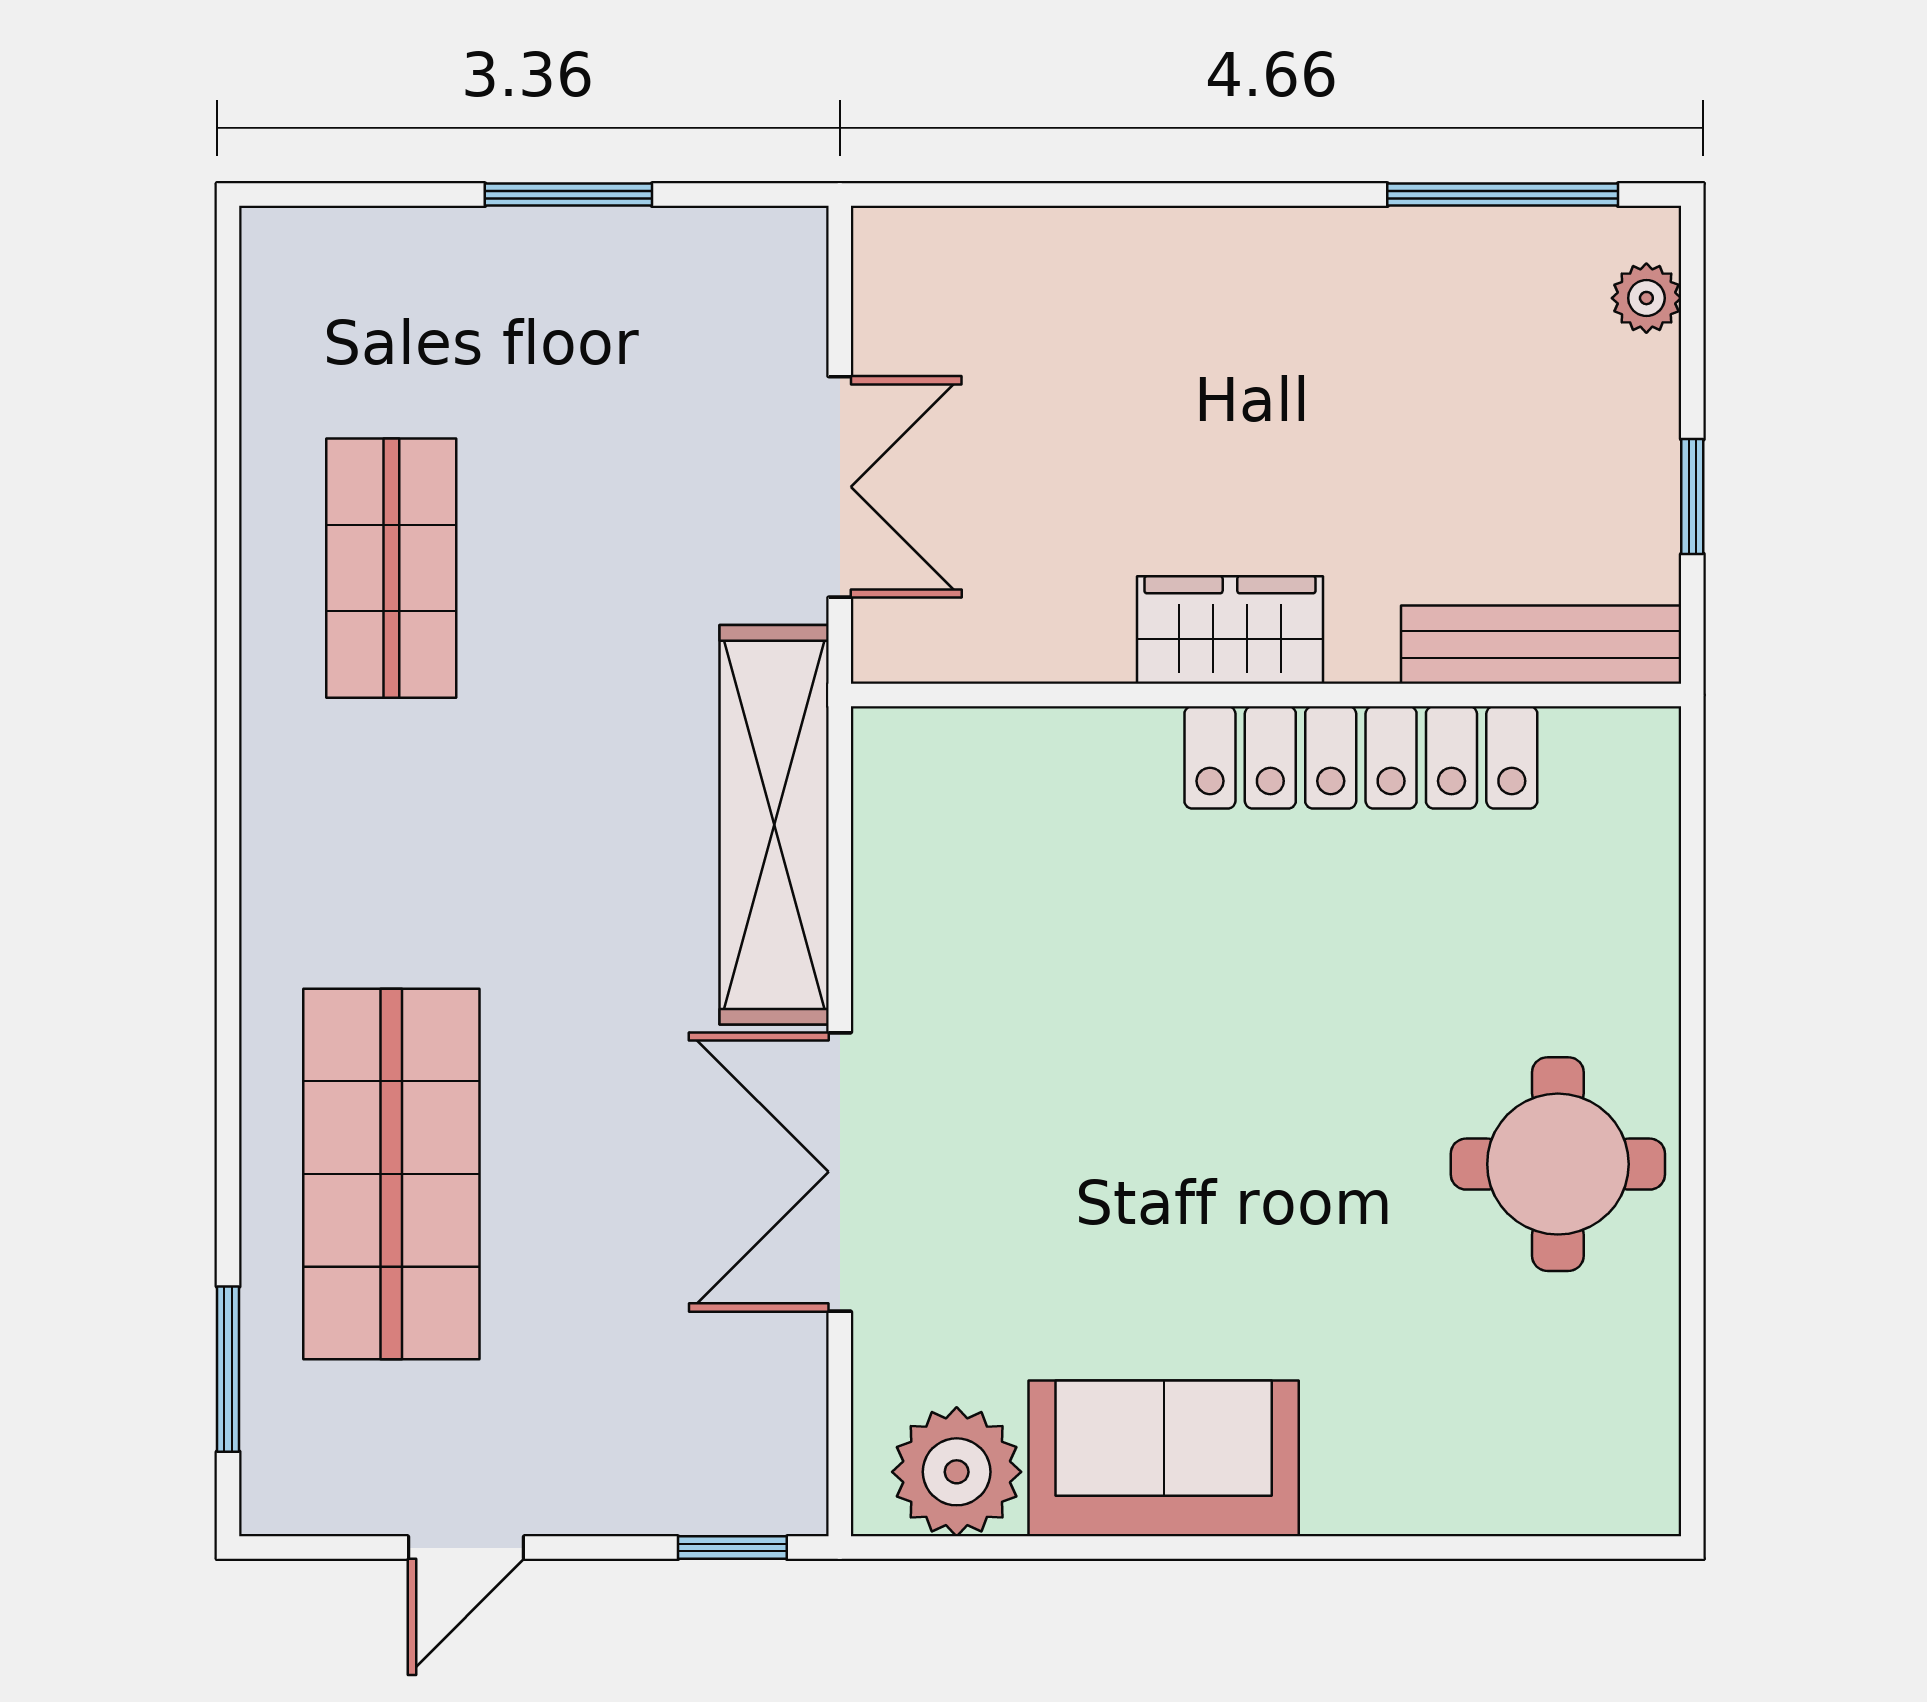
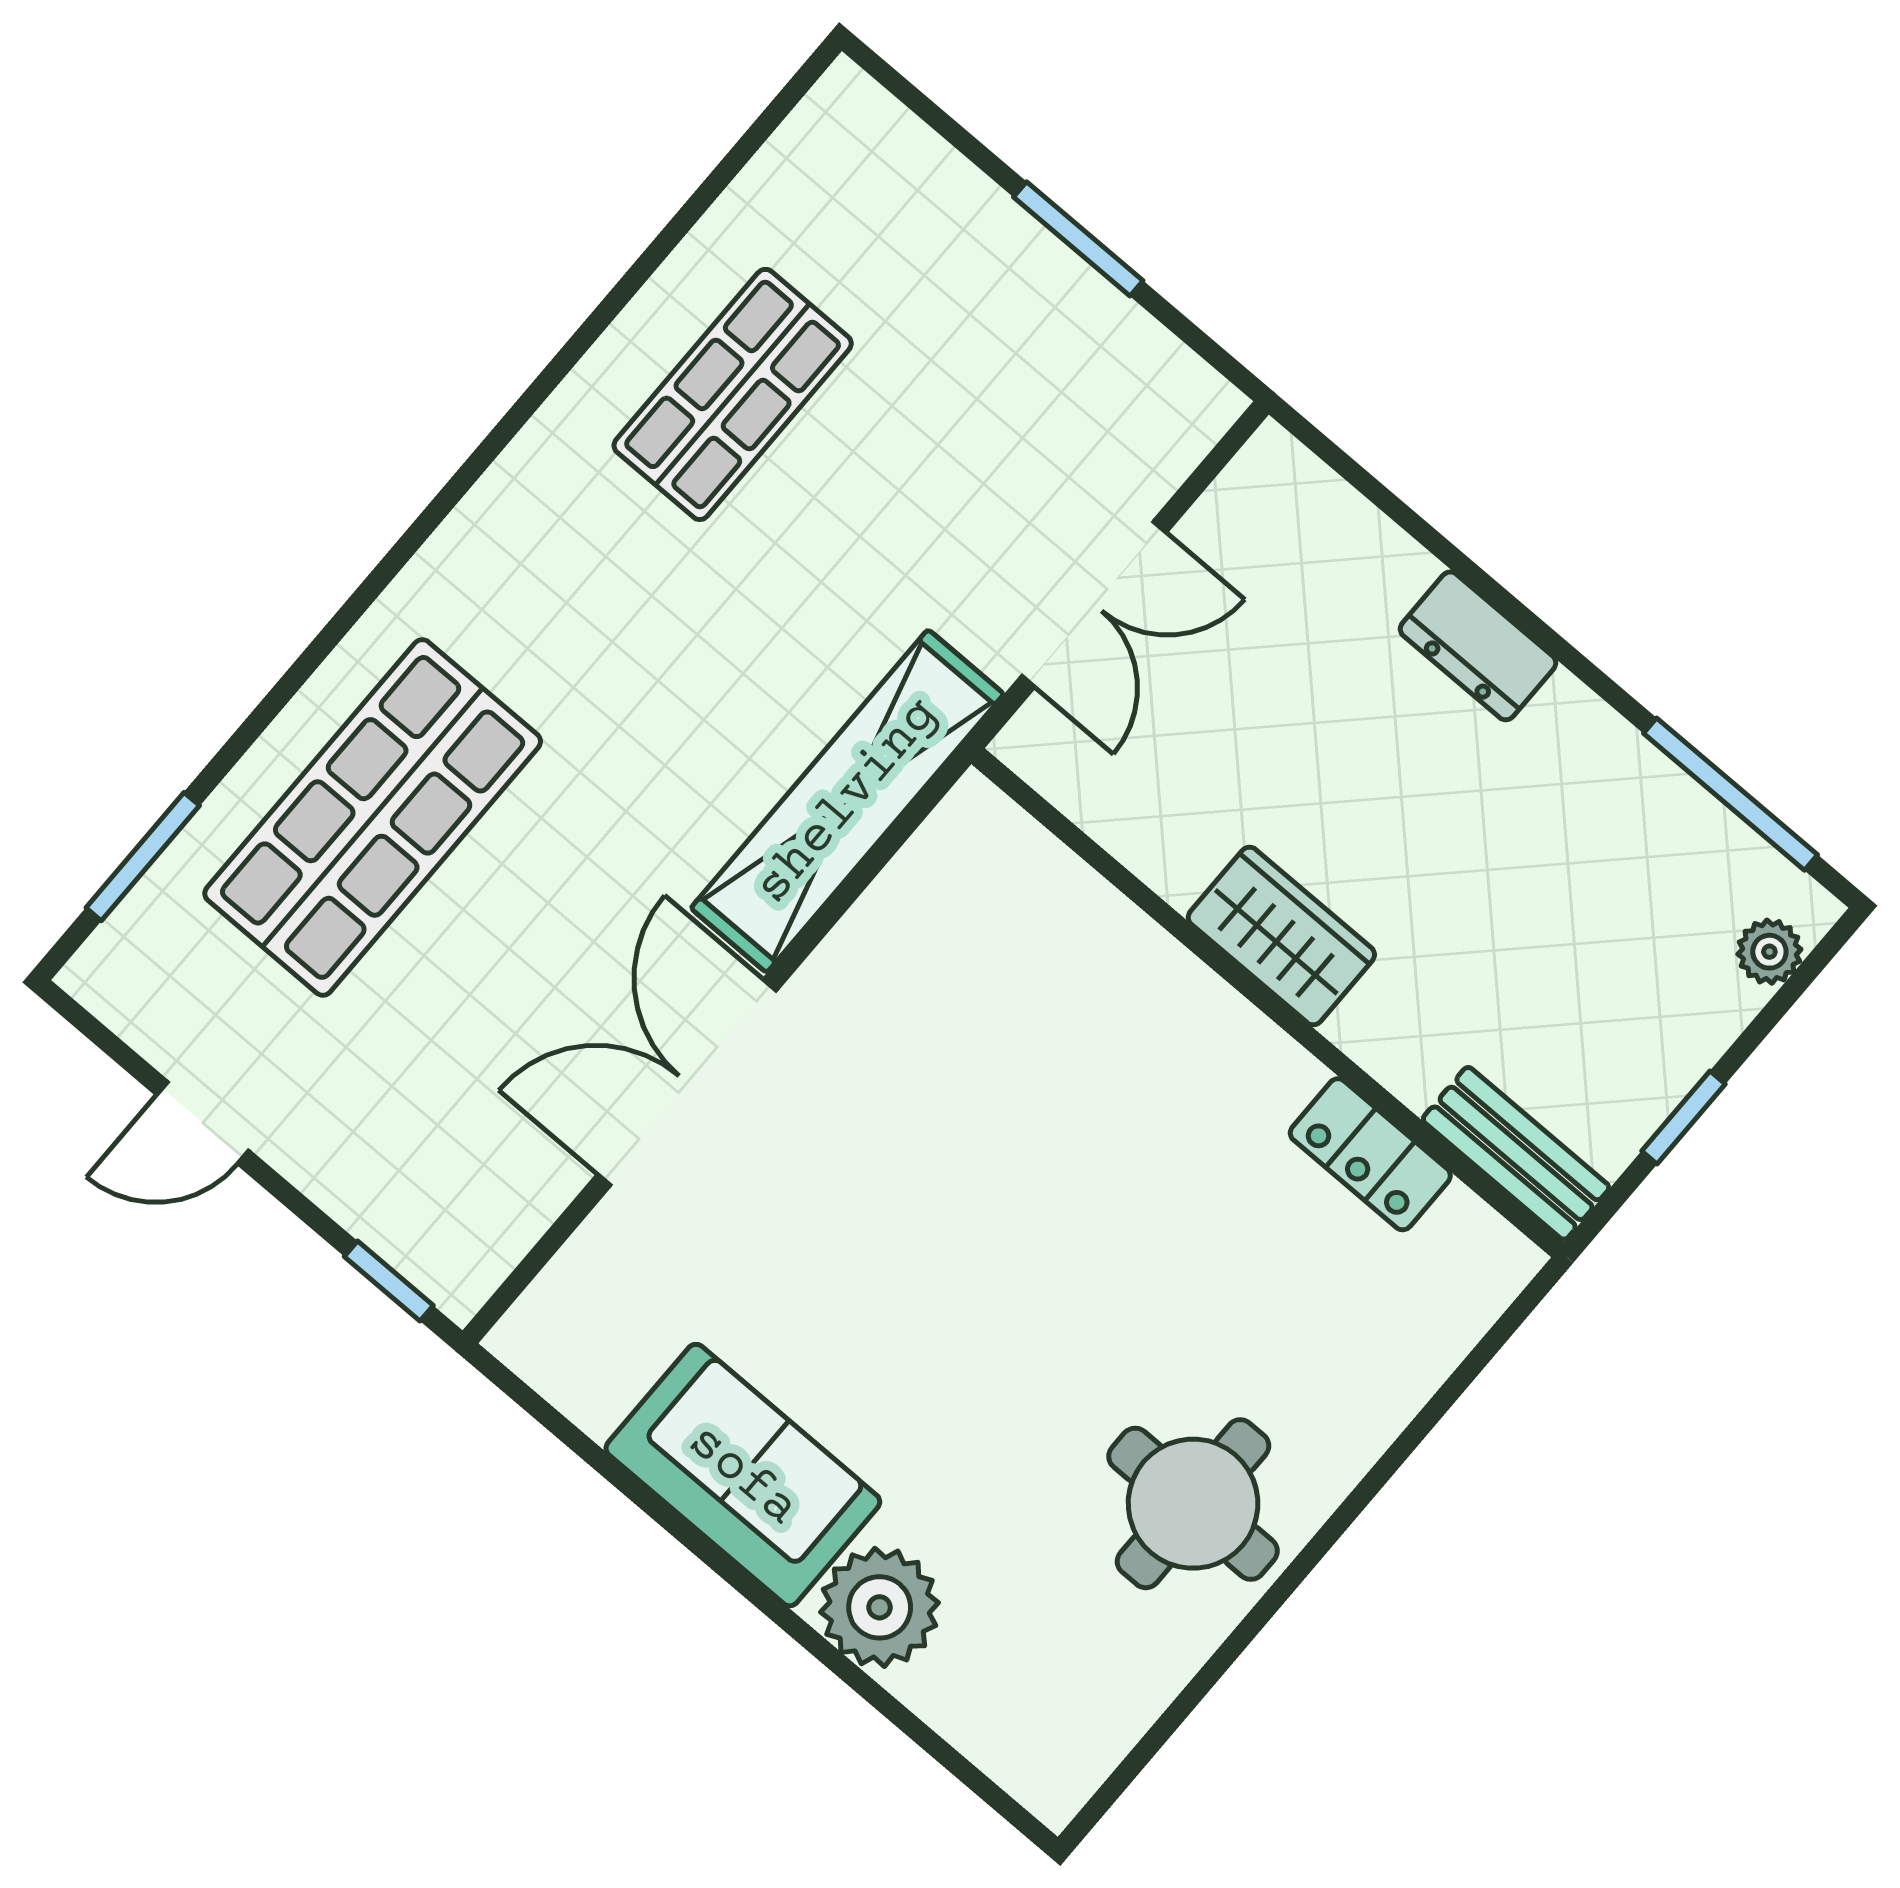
dresser: (1188, 250) -> (1478, 646), added
bench: (1541, 645) -> (1516, 1153), width x0.73
locker: (1361, 757) -> (1370, 1154), width x0.46, depth x0.83
plant: (957, 1472) -> (880, 1607), moved

